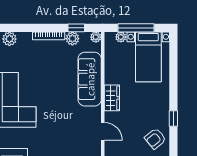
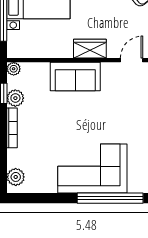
plant: (121, 37) -> (13, 38), removed
sofa: (90, 79) -> (75, 77), width x0.73

